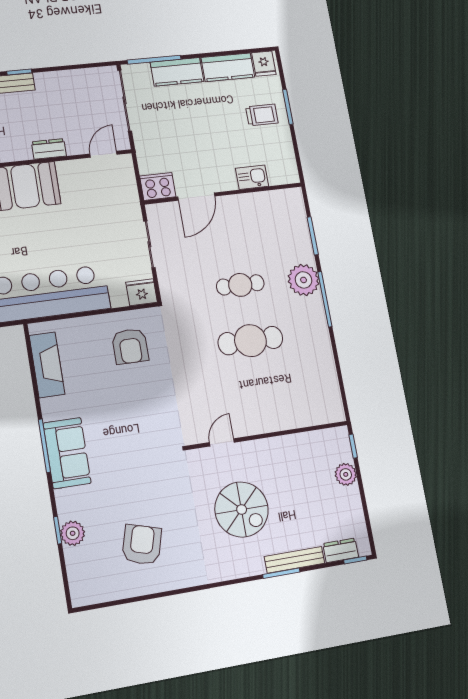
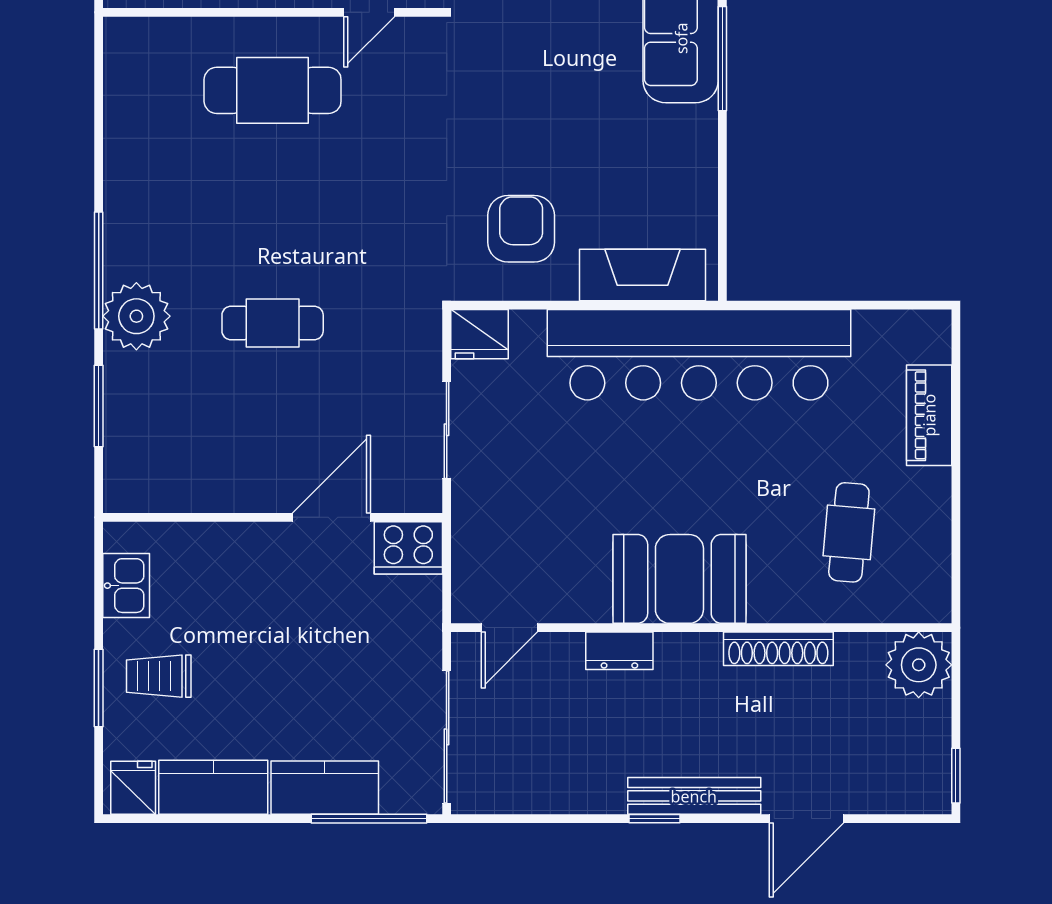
kitchen sink: (252, 177) -> (126, 586), moved, turned -90
cafe table: (250, 341) -> (273, 90), moved
fireplace: (47, 365) -> (643, 275), moved, turned 90

